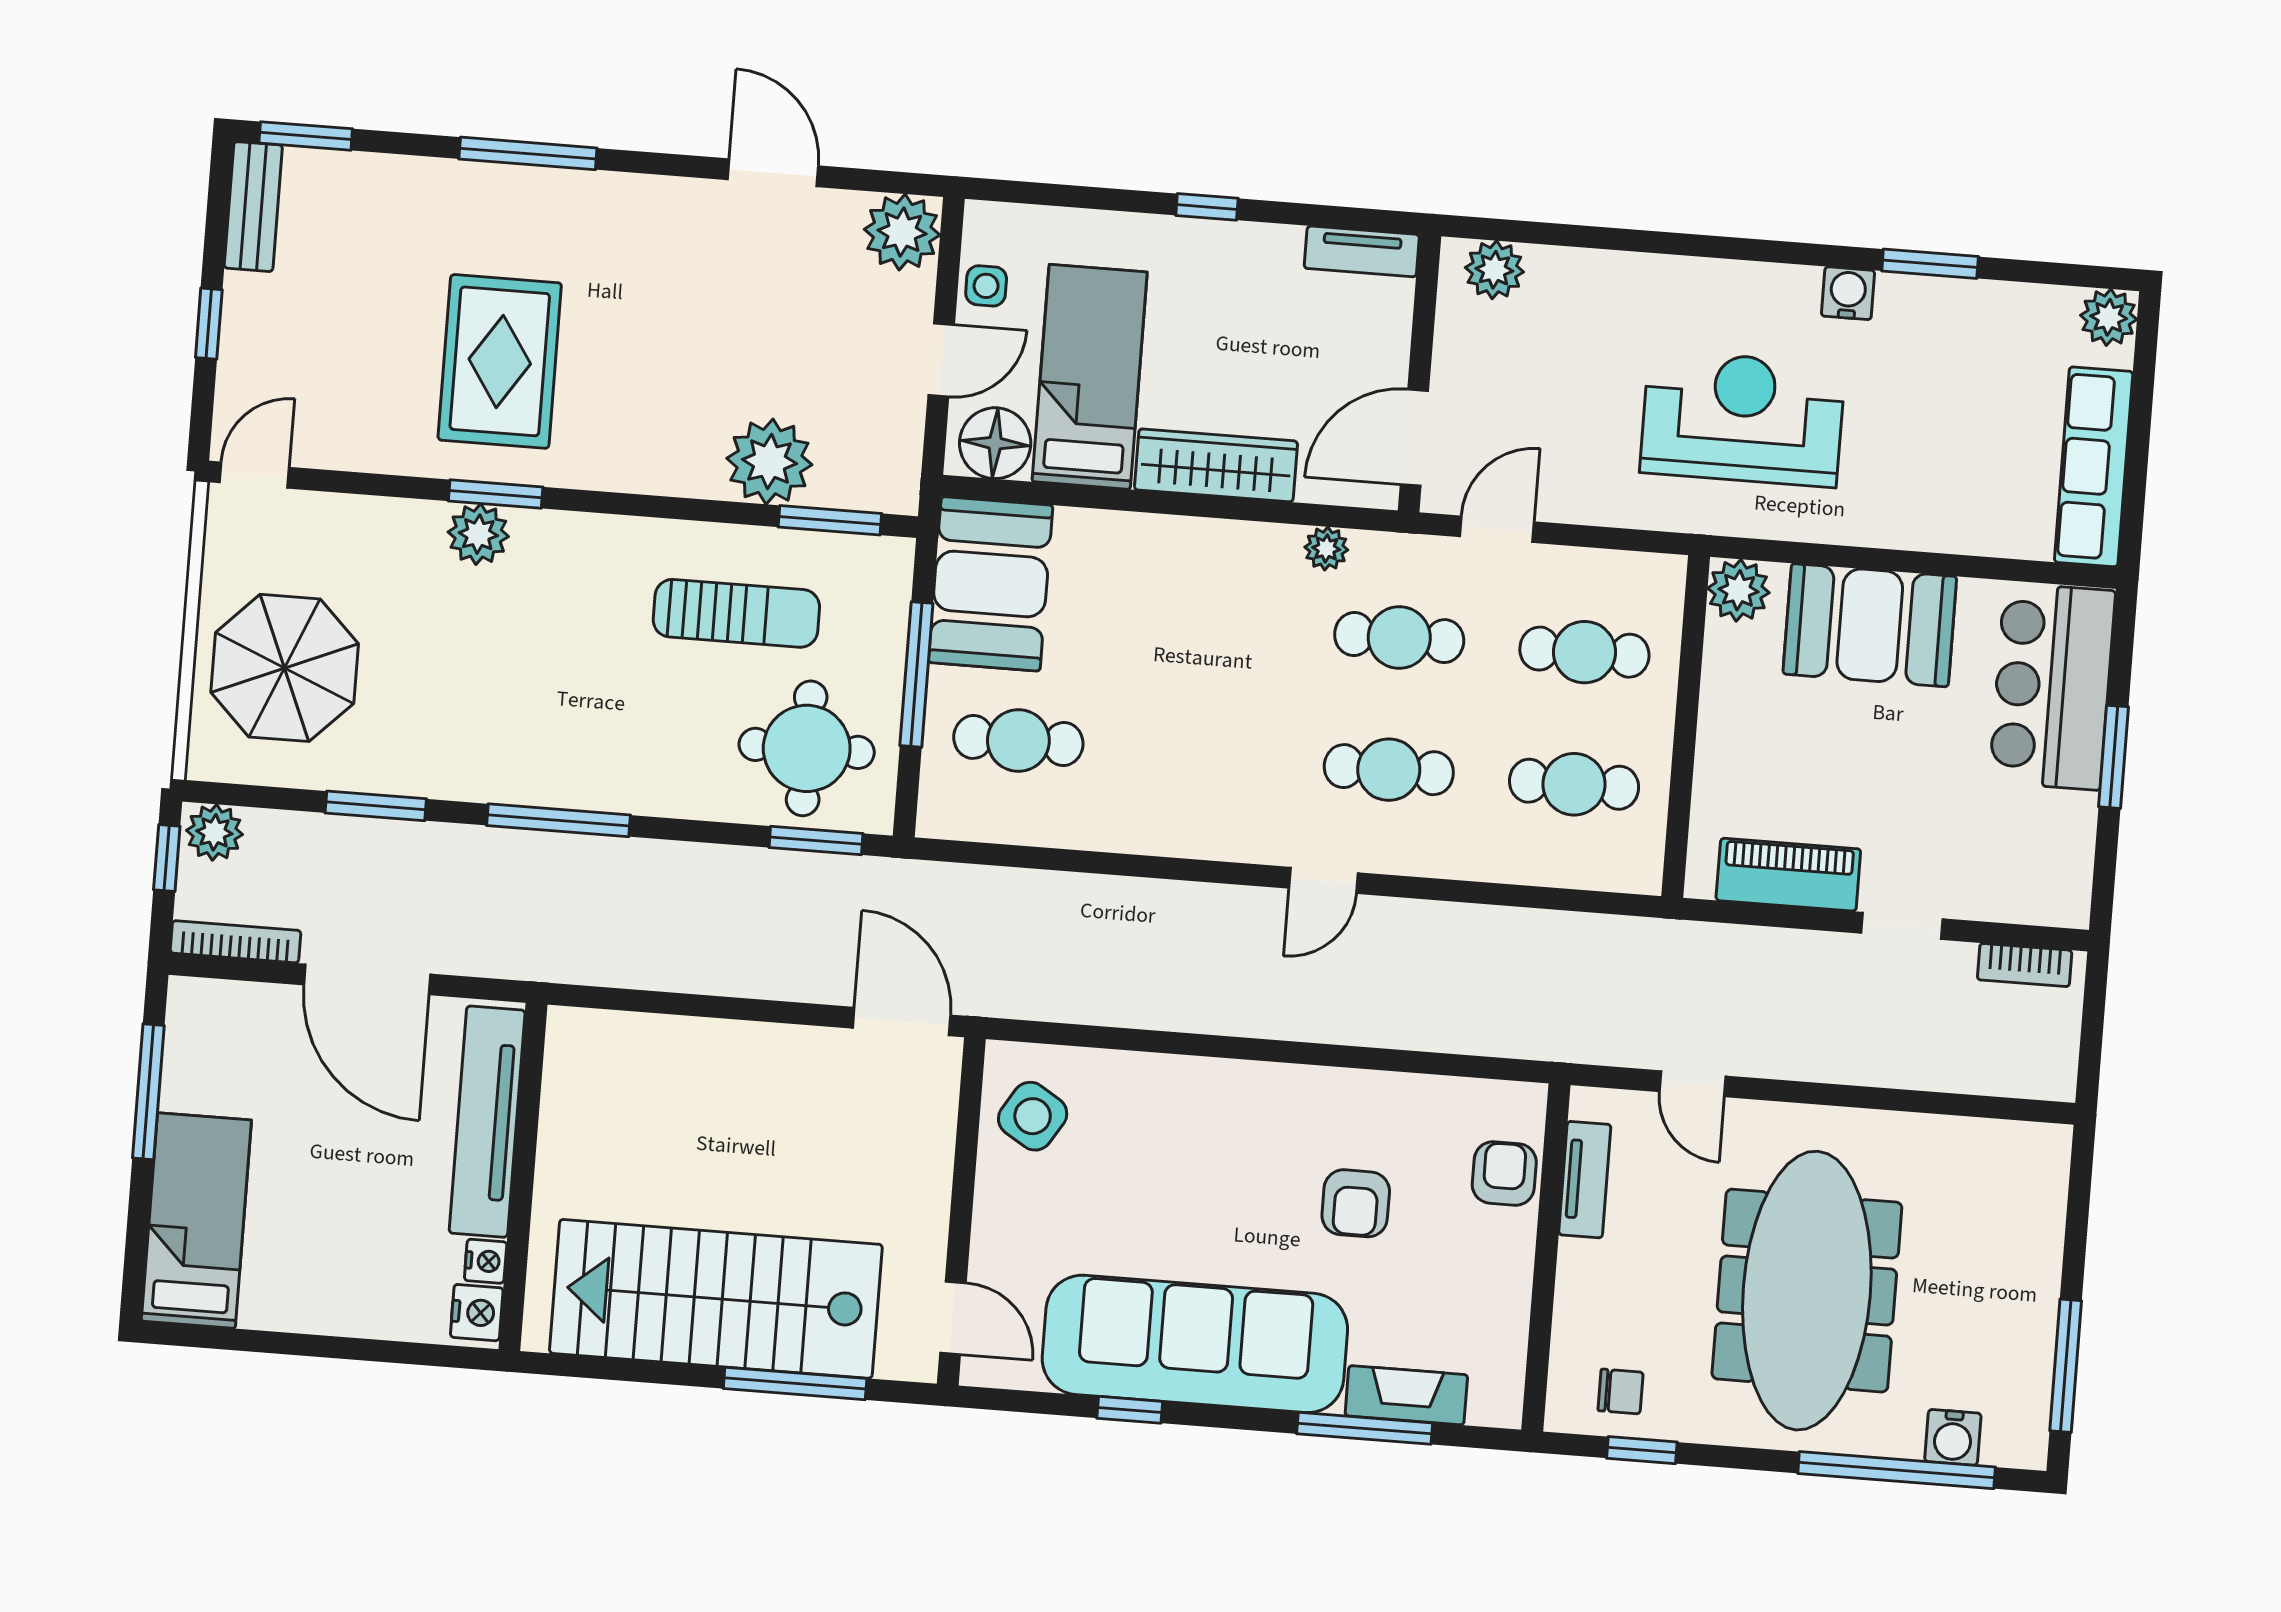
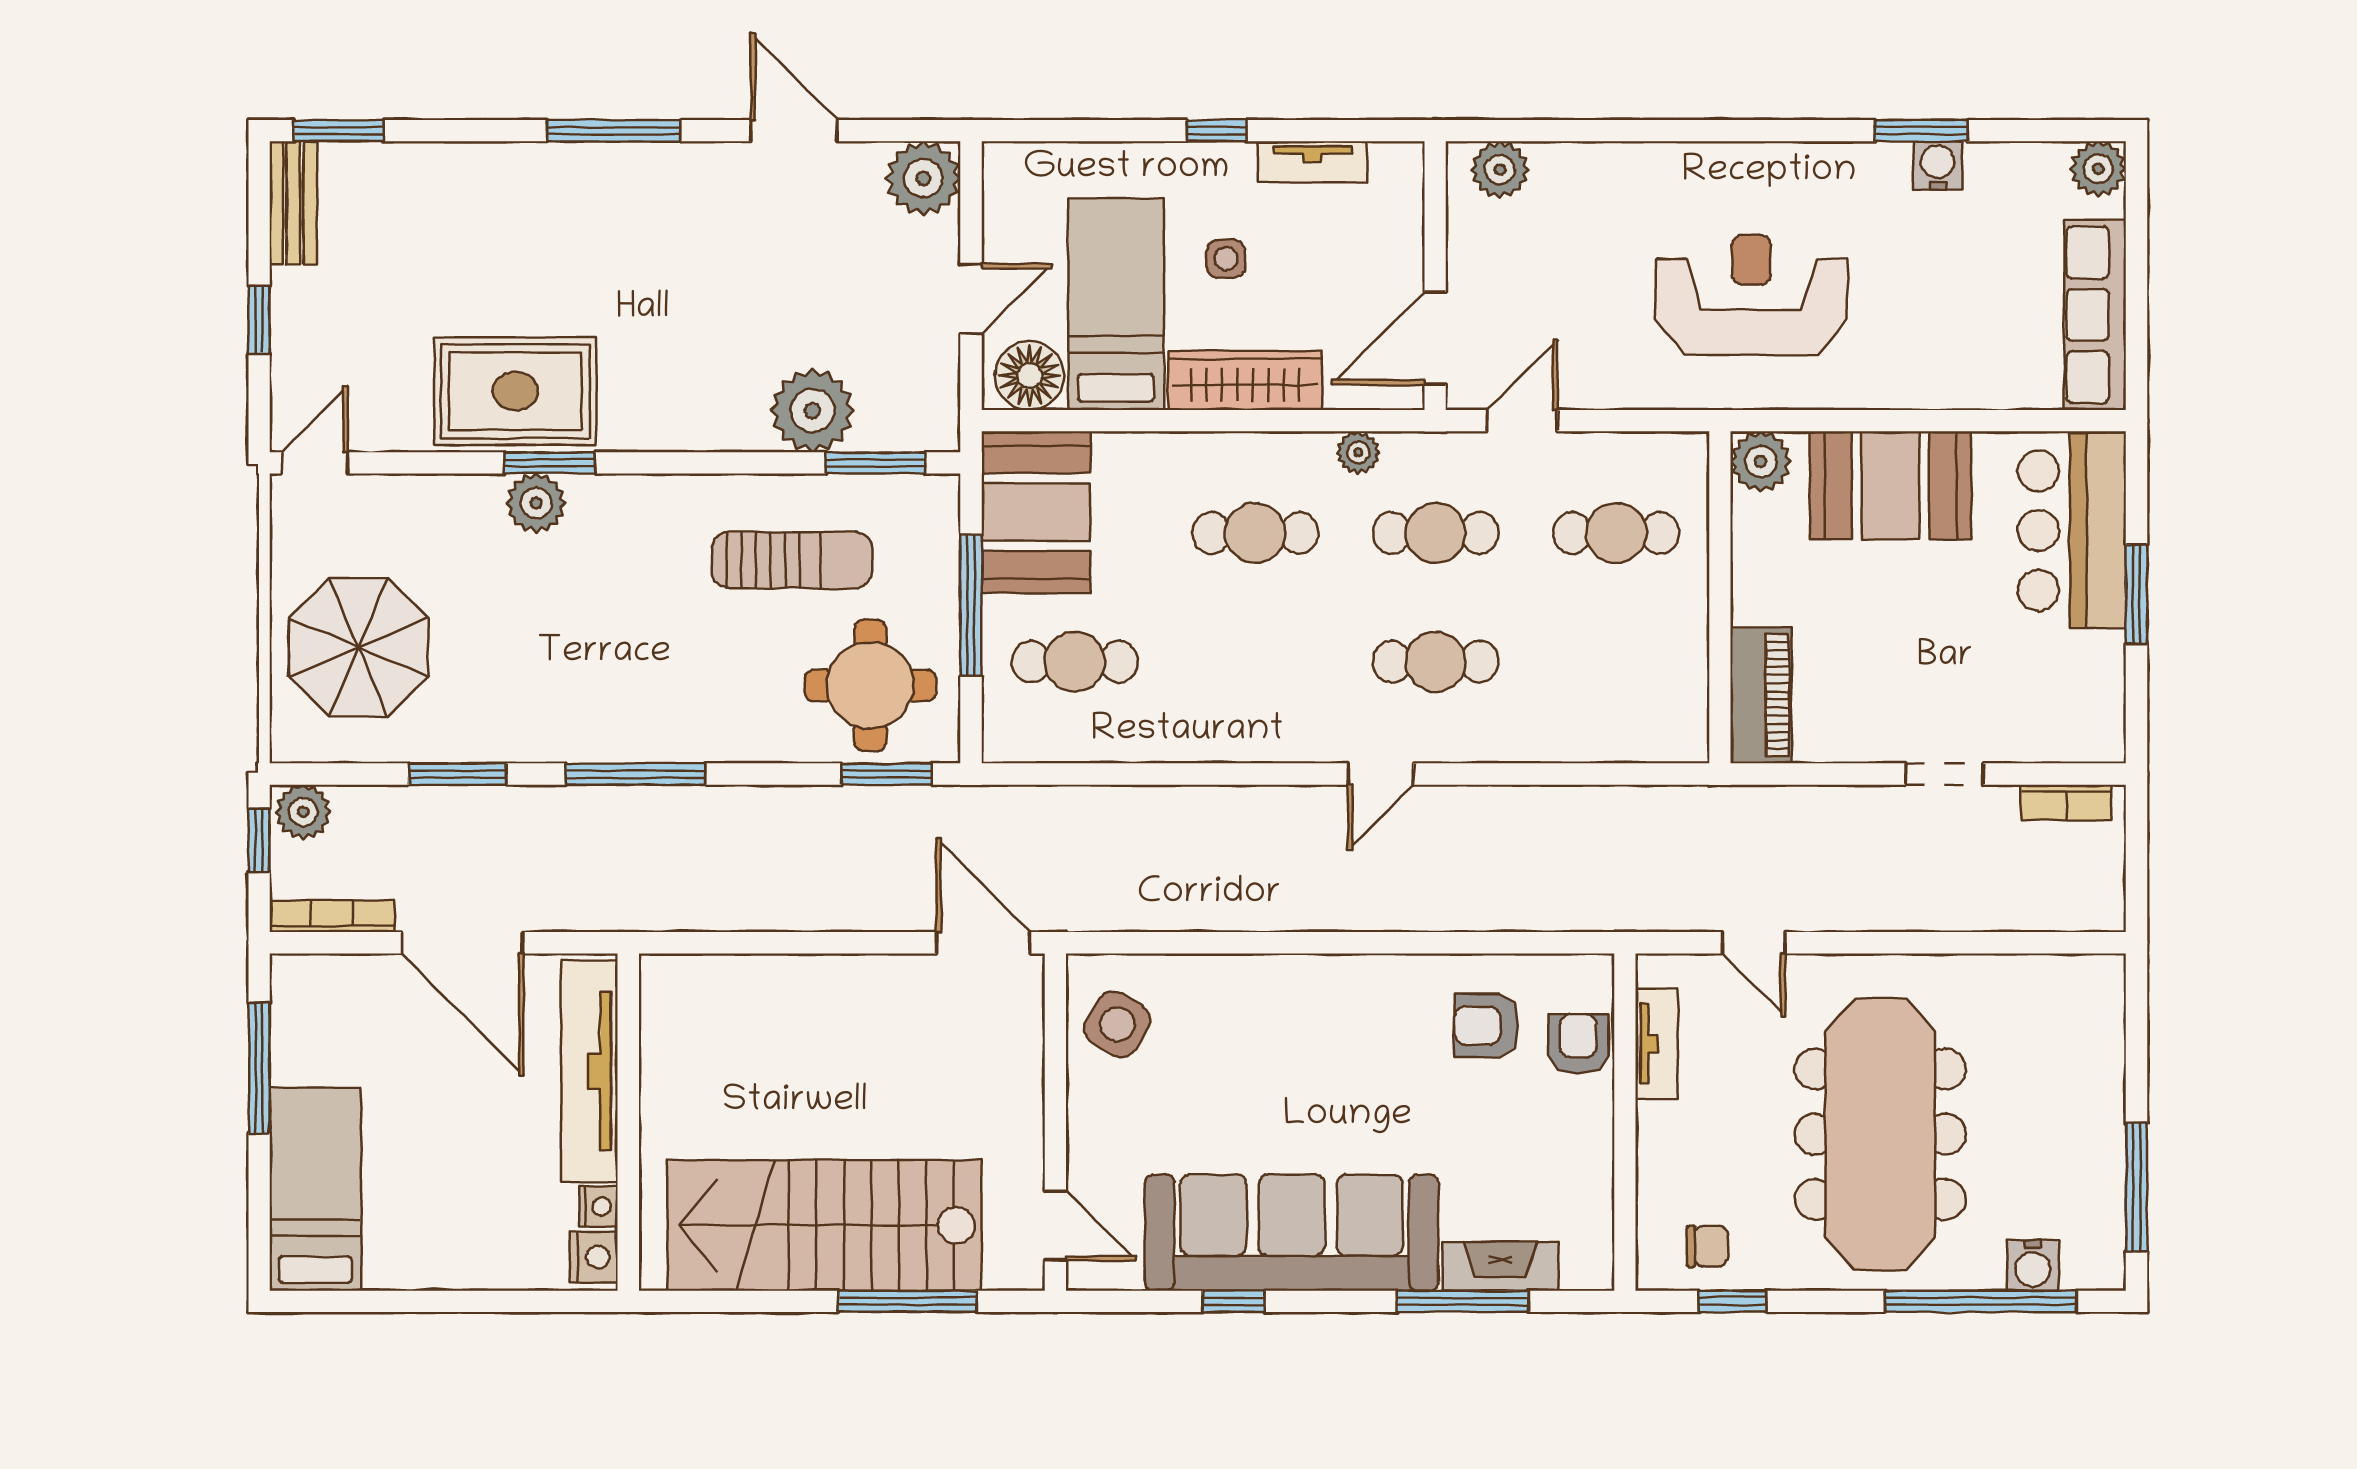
window: (528, 153) -> (614, 131), moved
tv unit: (1362, 251) -> (1312, 162), moved
side table: (986, 286) -> (1226, 259), moved
water cooler: (1848, 293) -> (1938, 165), moved
rug: (500, 361) -> (515, 391), moved, turned 90
cafe table: (1574, 784) -> (1255, 533), moved
piano: (1788, 875) -> (1761, 695), moved, turned 90
armchair: (1356, 1203) -> (1486, 1025), moved, turned 90

